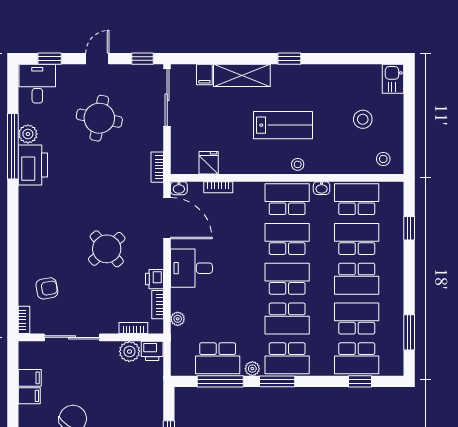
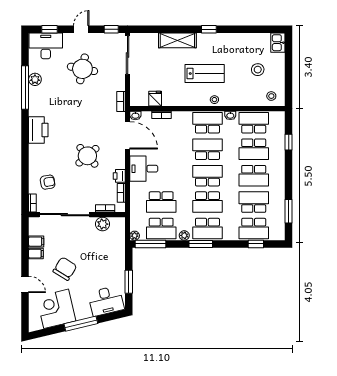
filing cabinet: (204, 74) -> (152, 40), removed
desk: (37, 84) -> (46, 46), width x1.37
printer: (33, 165) -> (38, 130), moved
school desk: (357, 239) -> (254, 149), turned 180
plant: (178, 319) -> (135, 236), moved
school desk: (218, 319) -> (161, 202), added
sliding door: (72, 337) -> (64, 215), width x1.36
printer: (152, 351) -> (118, 224), removed
window: (220, 381) -> (151, 244), moved

